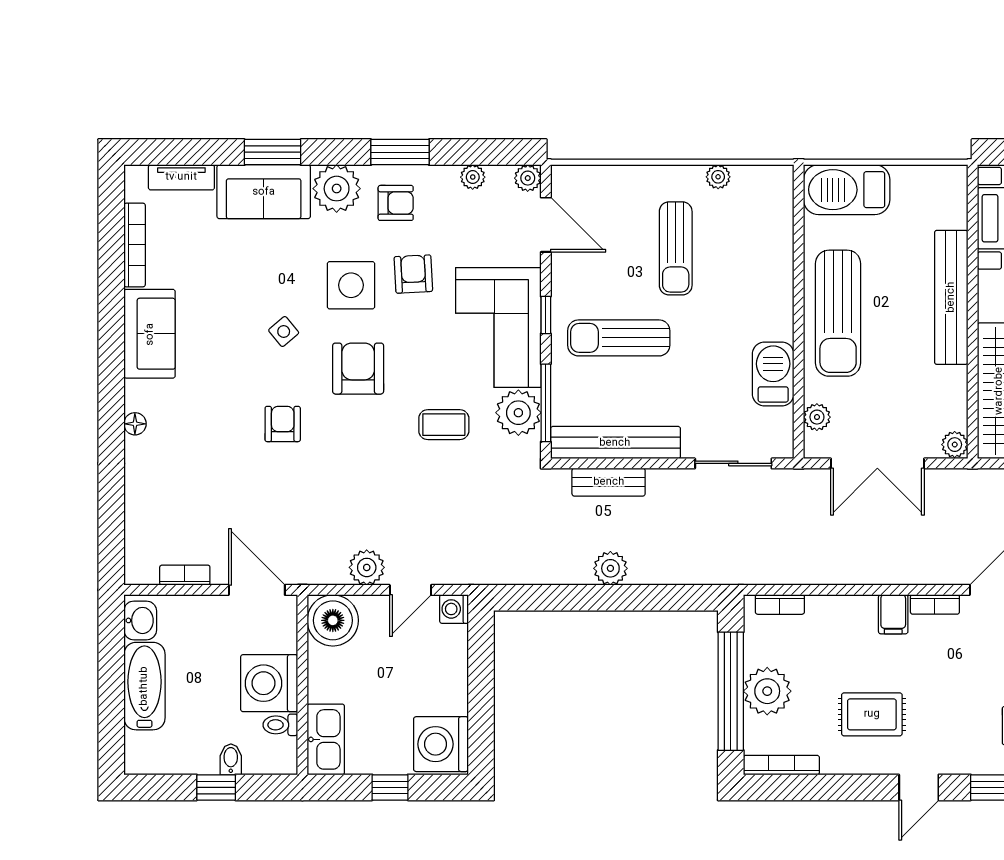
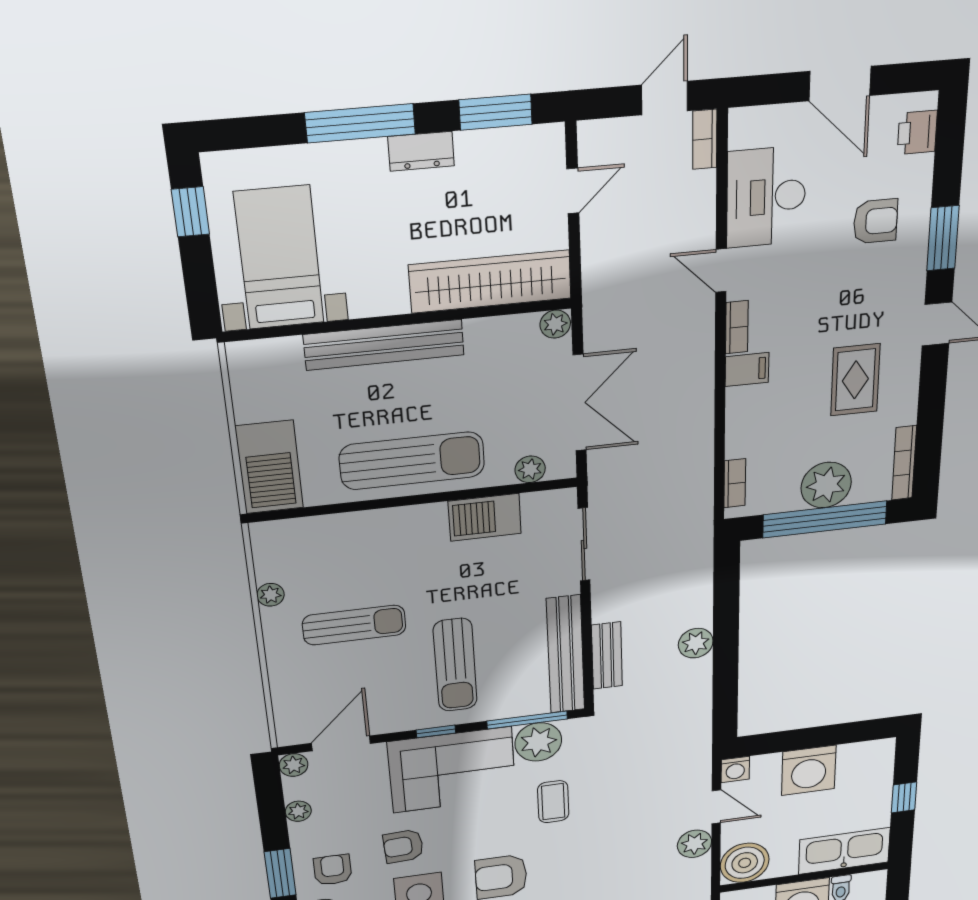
kitchen sink: (326, 739) -> (844, 851), width x1.36, depth x1.24
washing machine: (441, 744) -> (809, 770), moved

